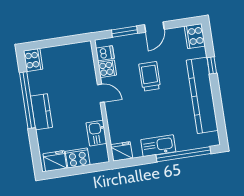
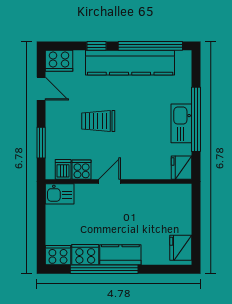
door: (154, 27) -> (41, 89), moved
window: (219, 110) -> (150, 46), added
kitchen sink: (96, 133) -> (60, 194), moved
window: (183, 154) -> (196, 119), moved
cooker: (78, 158) -> (85, 255), moved, turned 90

